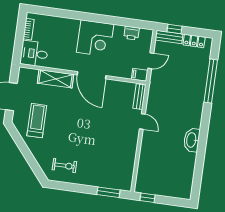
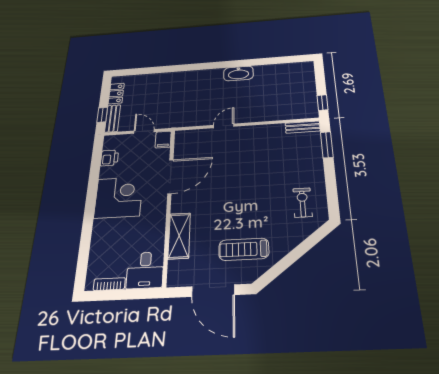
door: (92, 75) -> (170, 177), moved
window: (211, 81) -> (164, 69), removed
bench: (139, 97) -> (303, 127), moved

